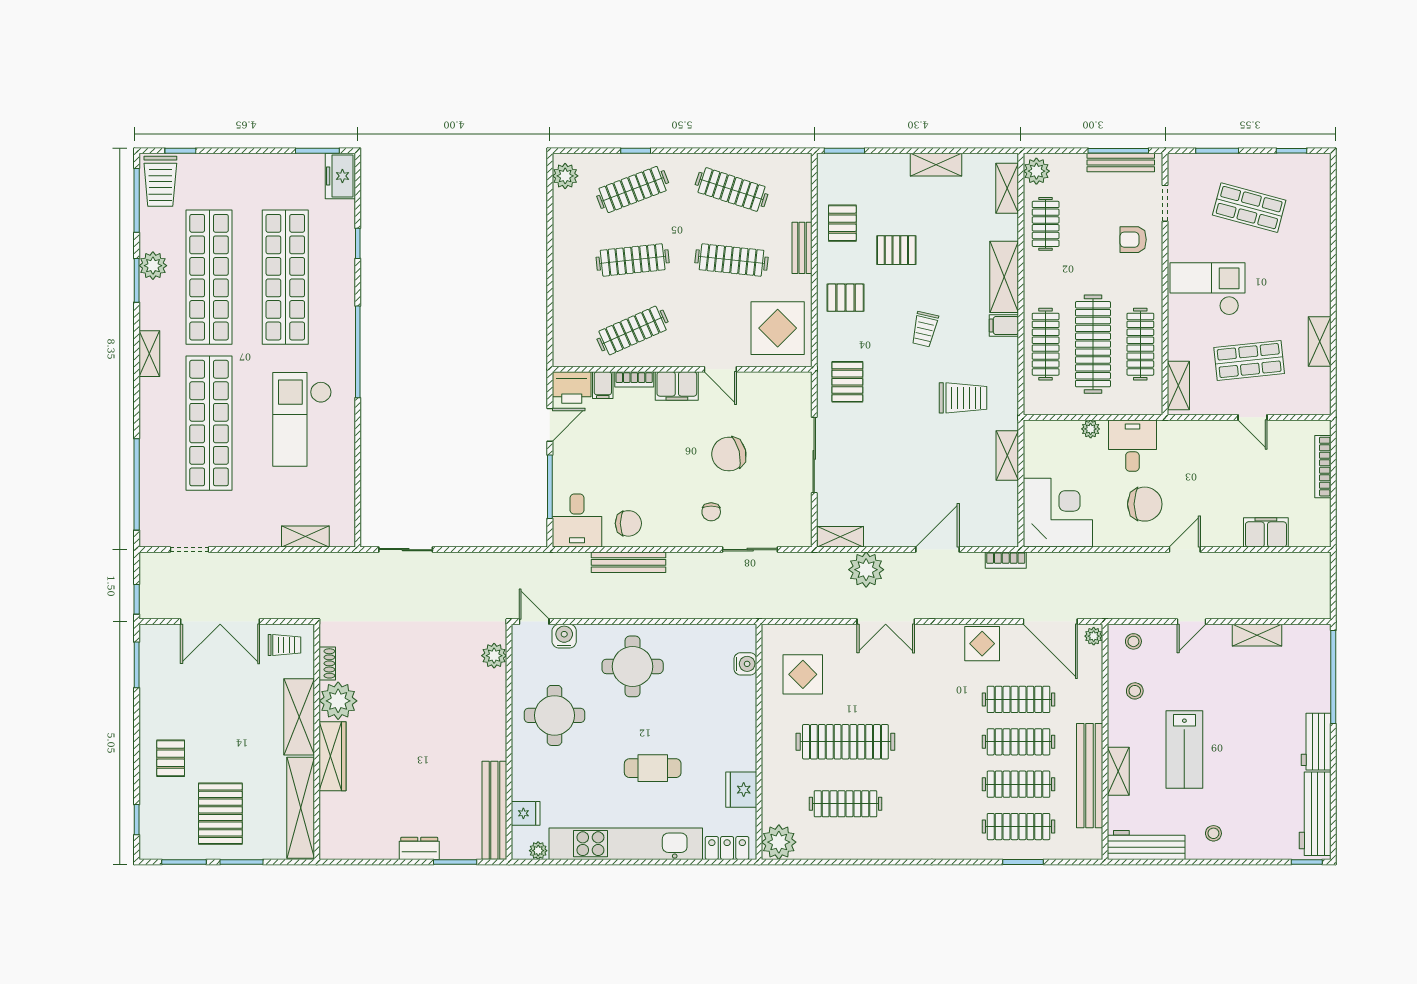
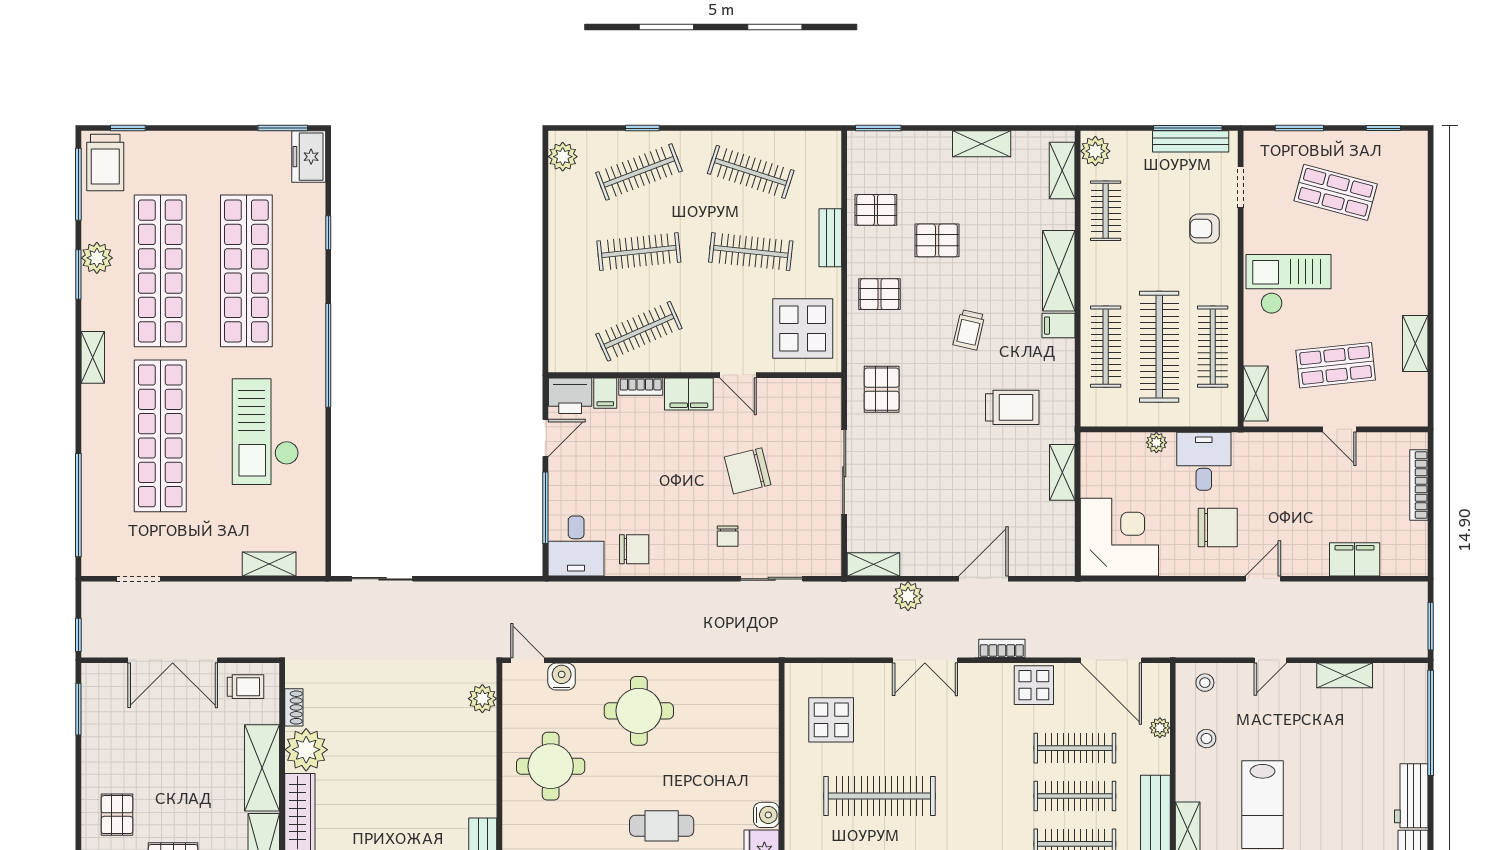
pallet: (842, 223) -> (876, 210), turned 90
bookcase: (1006, 560) -> (1002, 648), moved, turned 180
bench: (629, 562) -> (634, 593), removed
plant: (866, 570) -> (908, 596), width x0.73, depth x0.73
window: (1333, 592) -> (1431, 626), added
plant: (1094, 636) -> (1160, 728), moved
water cooler: (745, 664) -> (766, 815), moved

